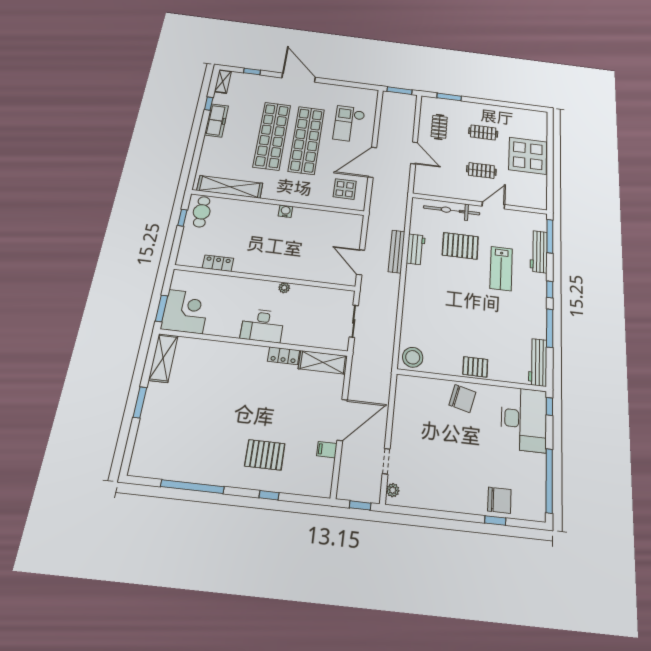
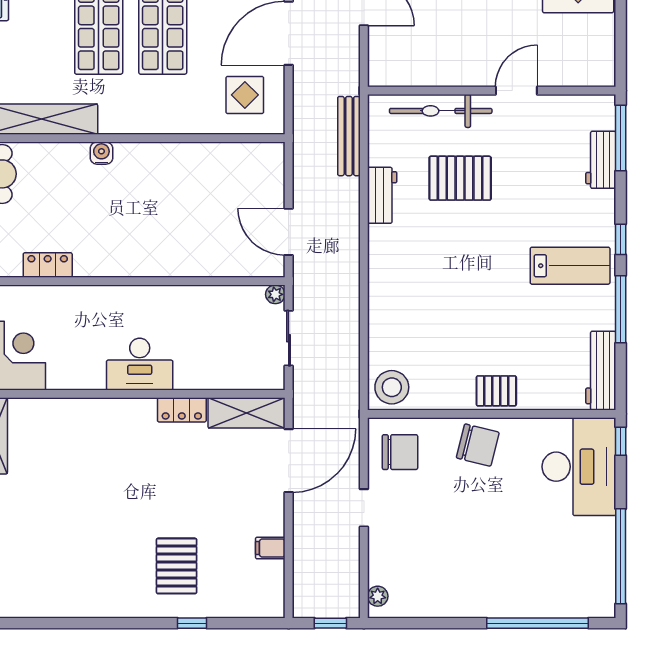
clothes rail: (481, 170) -> (492, 22), removed
water cooler: (286, 211) -> (101, 153), moved
bench: (397, 251) -> (349, 136), moved
workbench: (539, 252) -> (601, 160), width x0.73
lab bench: (501, 269) -> (570, 266), moved, turned -90
plant: (284, 288) -> (275, 294), moved
door: (342, 420) -> (289, 461), moved
pallet: (265, 455) -> (177, 566), turned 90
doorway: (386, 461) -> (364, 508), moved
window: (192, 487) -> (77, 623), removed
chair: (499, 500) -> (400, 452), moved
window: (495, 521) -> (537, 623), width x3.17

